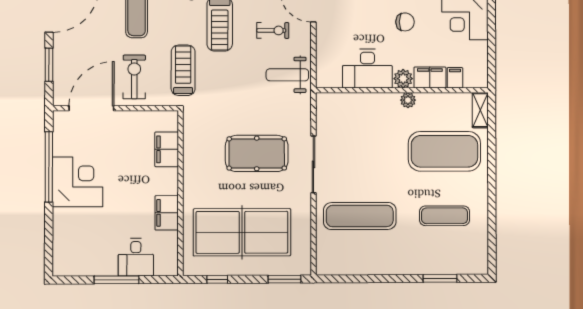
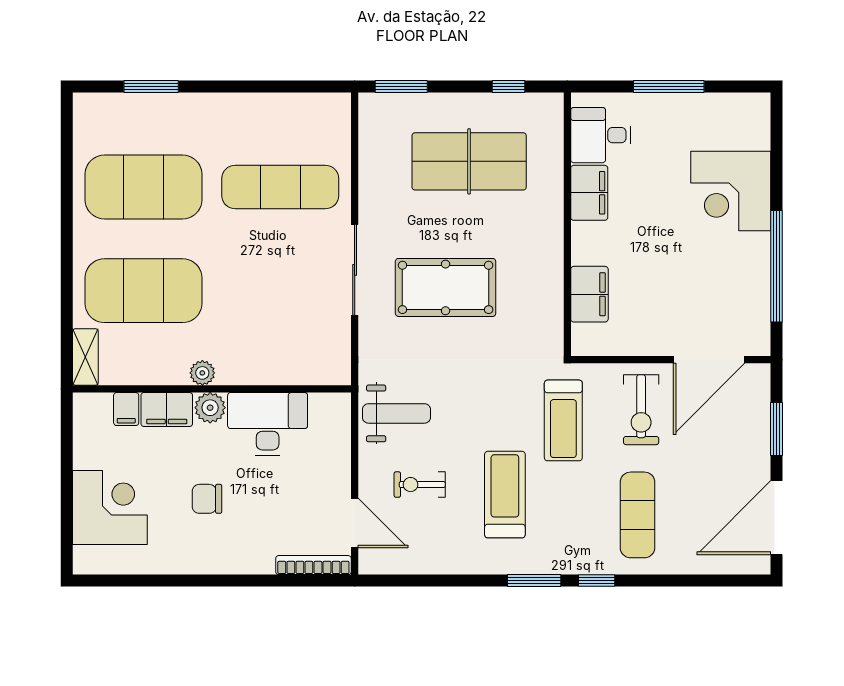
corner desk: (78, 182) -> (731, 191), moved
exercise mat: (445, 216) -> (144, 187), width x2.00, depth x1.45
table tennis table: (242, 232) -> (469, 161), width x0.73, depth x0.76
desk: (136, 257) -> (601, 135), moved, turned -90

